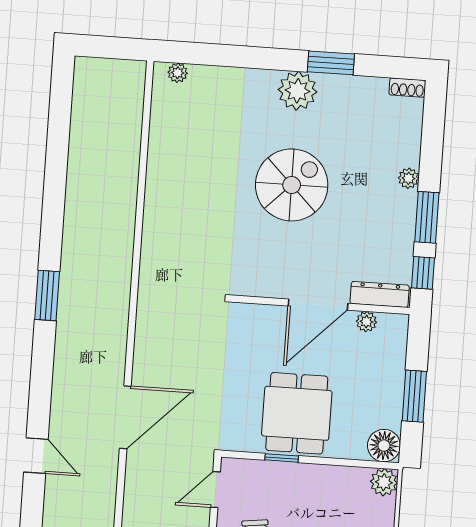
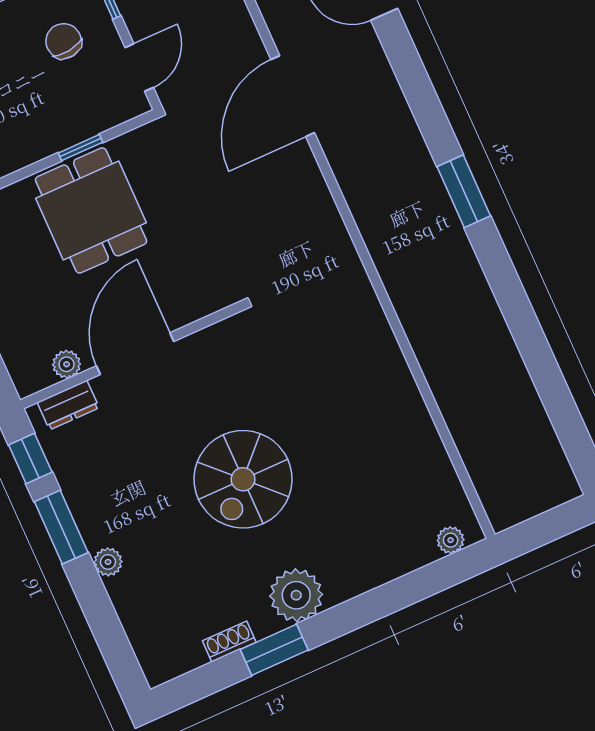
shoe rack: (407, 88) -> (229, 642), moved
dresser: (380, 294) -> (68, 405), width x0.70

